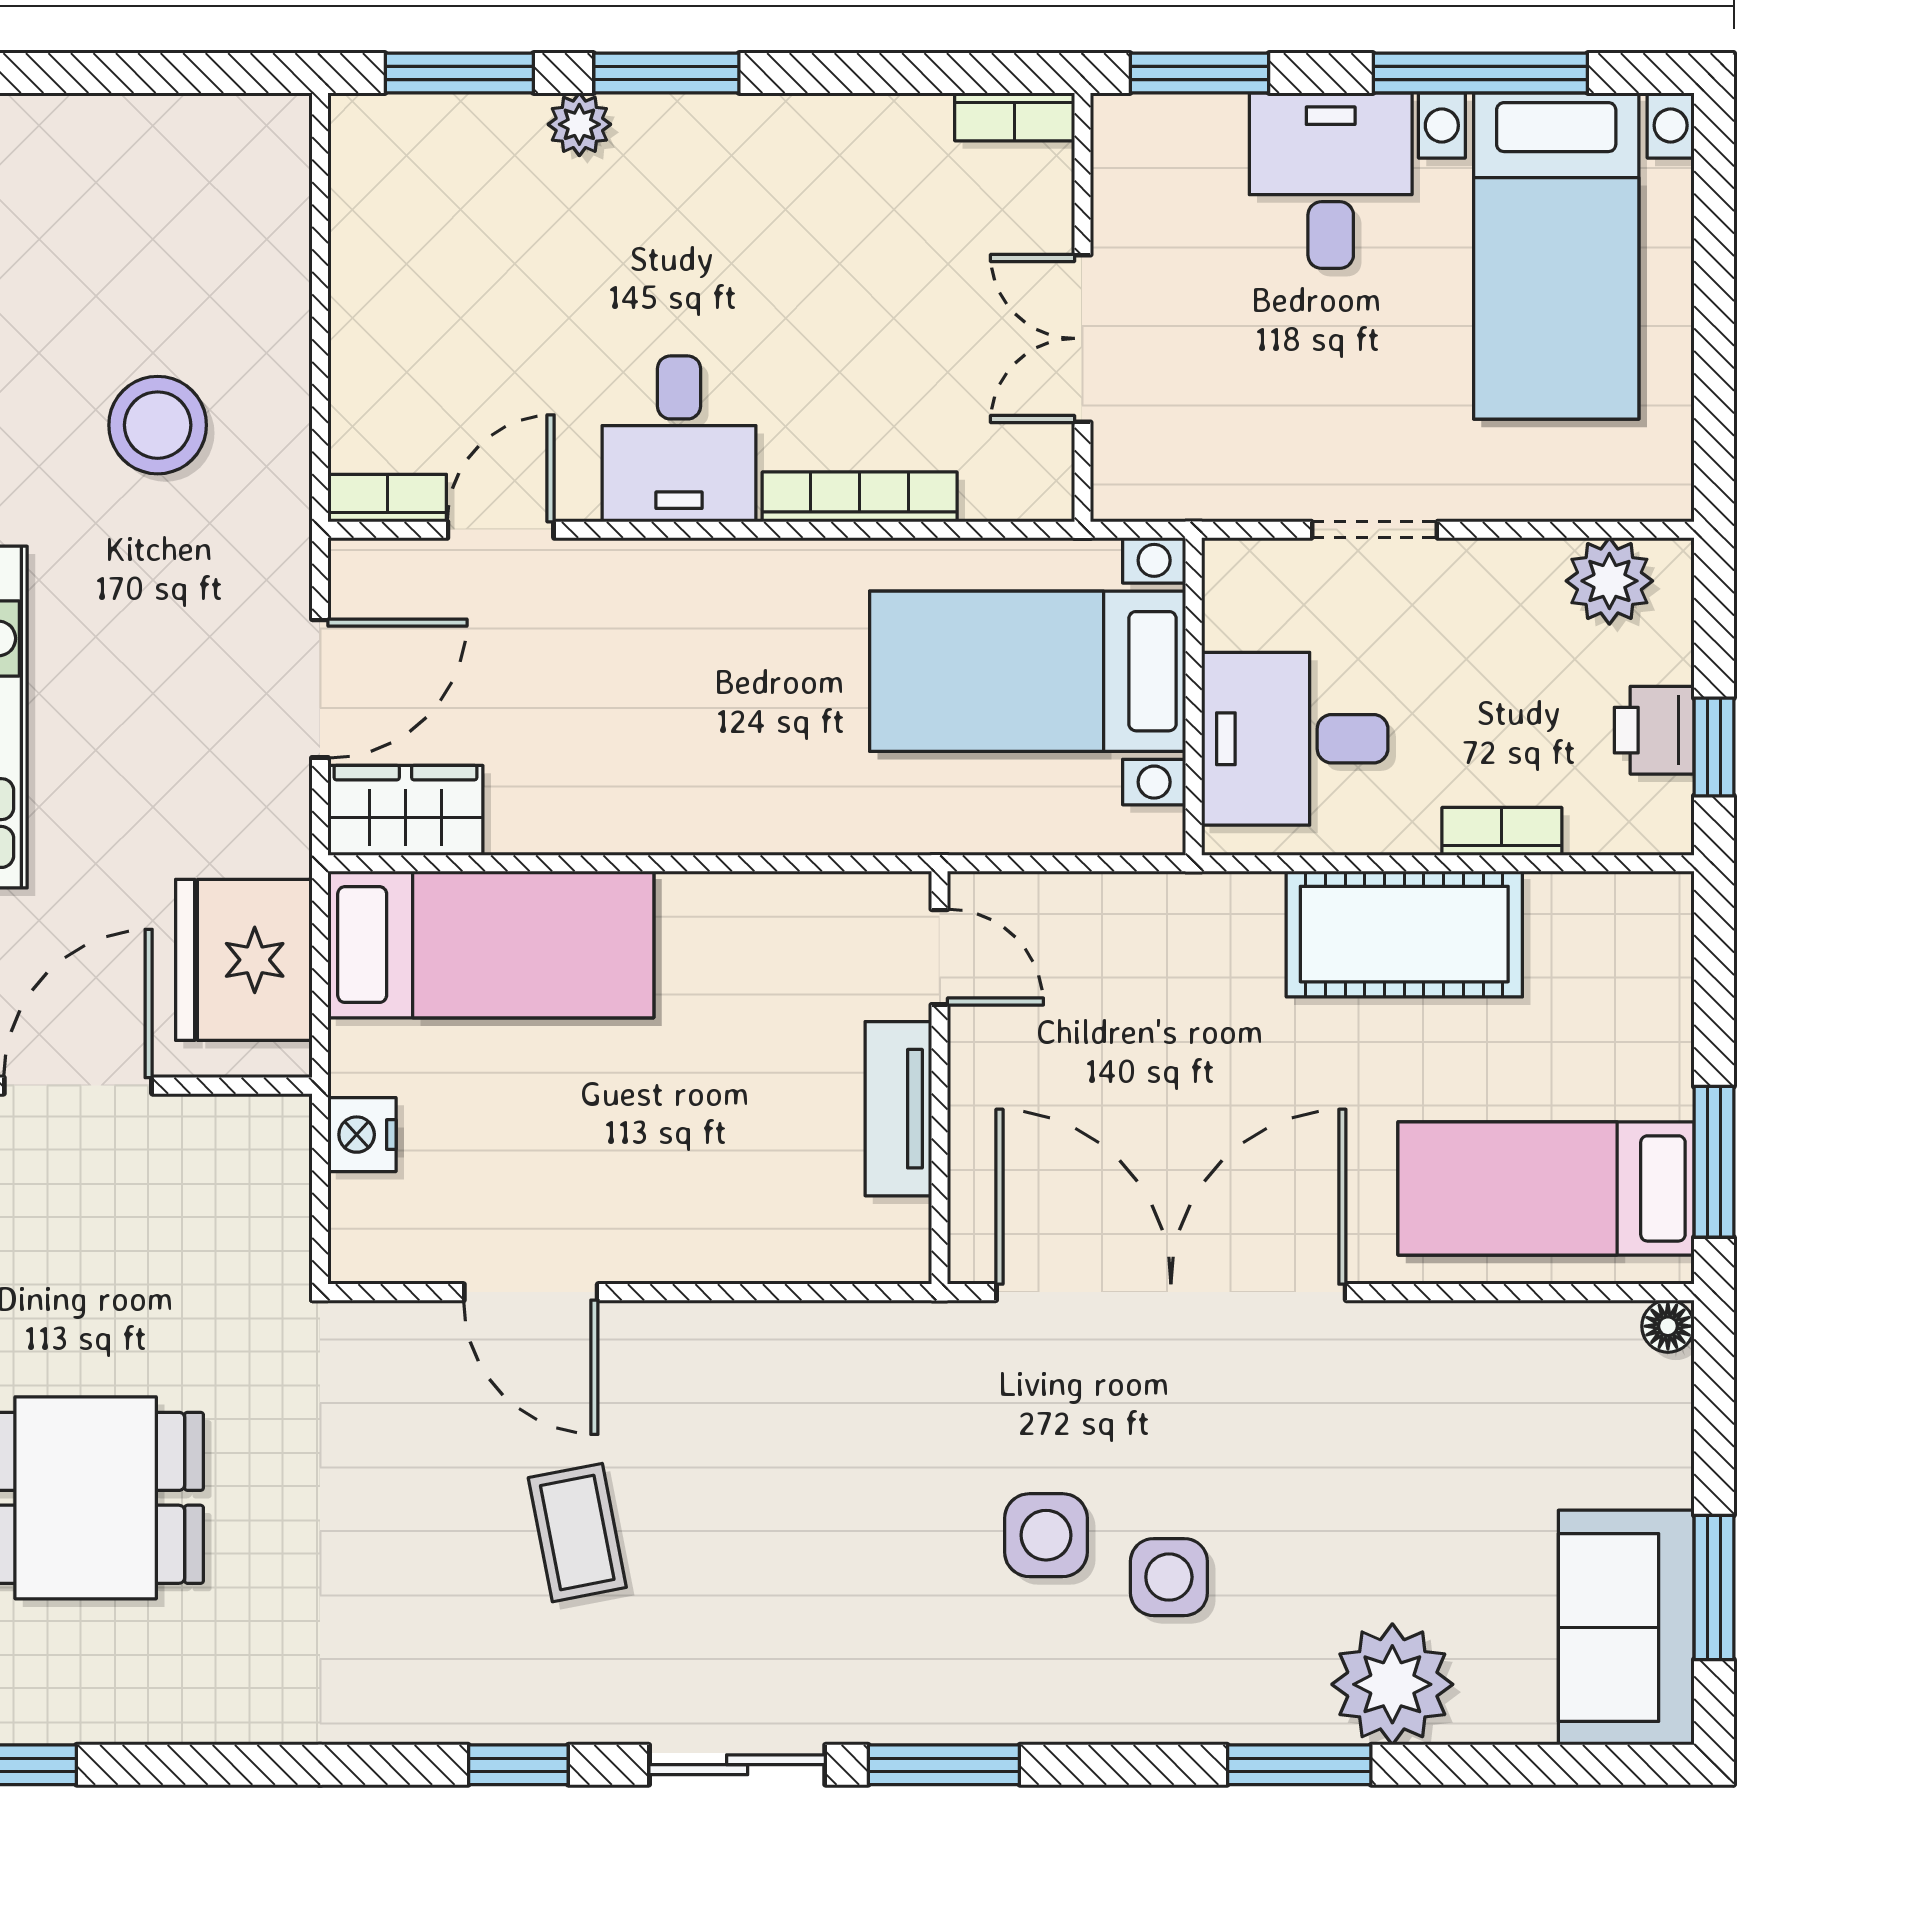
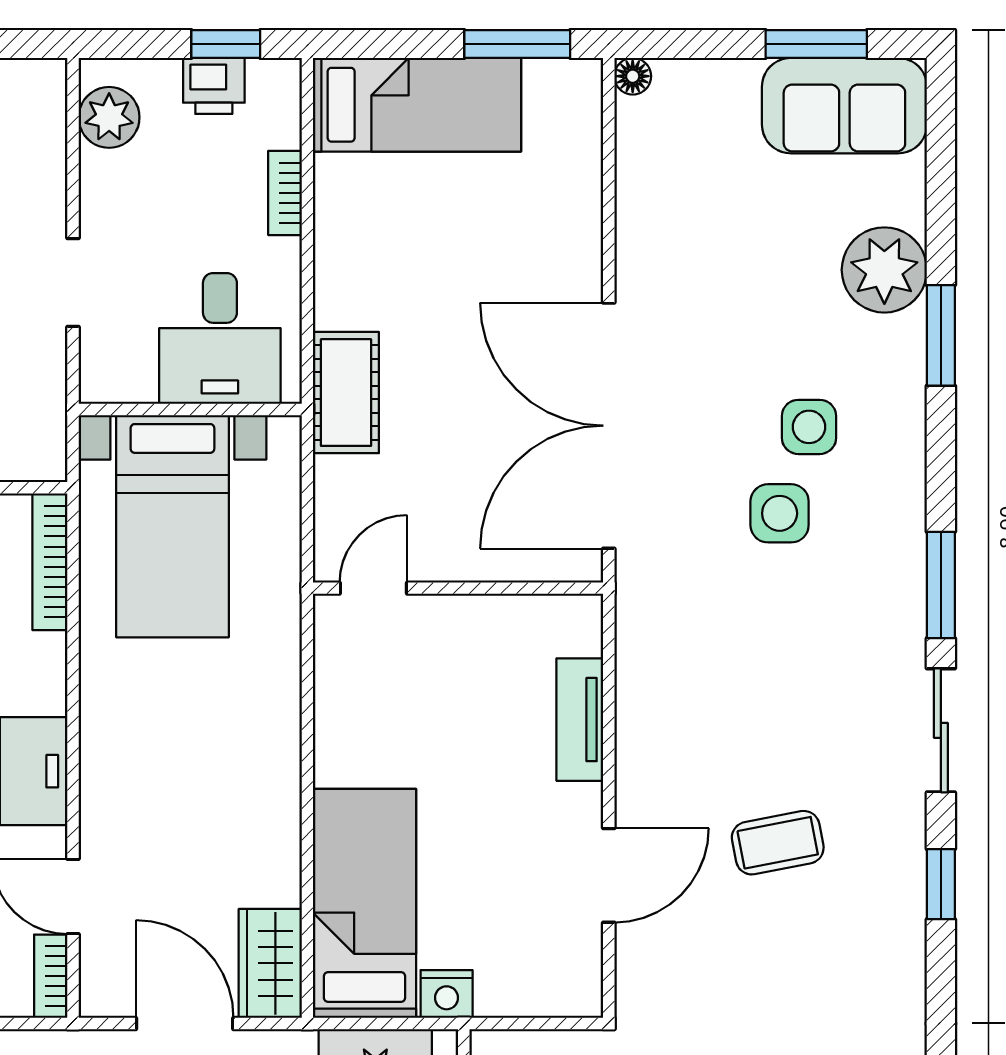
bookcase: (860, 497) -> (50, 562), moved
cot: (1404, 934) -> (346, 393), moved, width x0.73, depth x0.75
tv unit: (898, 1109) -> (580, 720), moved, turned 90
nightstand: (362, 1135) -> (447, 994), moved
bed: (1546, 1188) -> (417, 105), moved, turned -90

